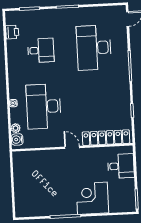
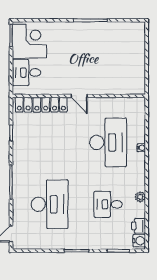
plant: (16, 128) -> (140, 197), moved
water cooler: (17, 139) -> (139, 241), moved
corner desk: (92, 198) -> (29, 41), moved, turned -90

